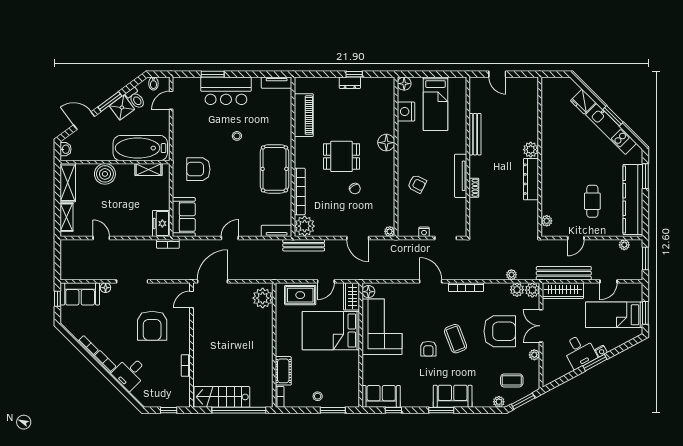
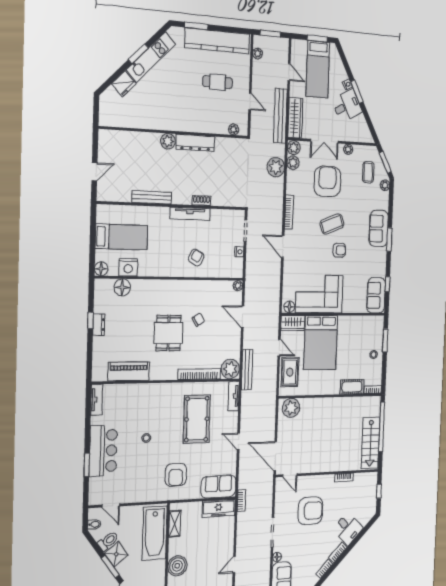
floor lamp: (386, 143) -> (122, 287), moved
pool table: (274, 169) -> (197, 419), moved, turned 90
freezer: (161, 223) -> (219, 508), width x1.40
door: (358, 238) -> (243, 317), swing flipped
plant: (511, 275) -> (276, 167), width x1.87, depth x1.87
door: (431, 281) -> (283, 246), hinge flipped

